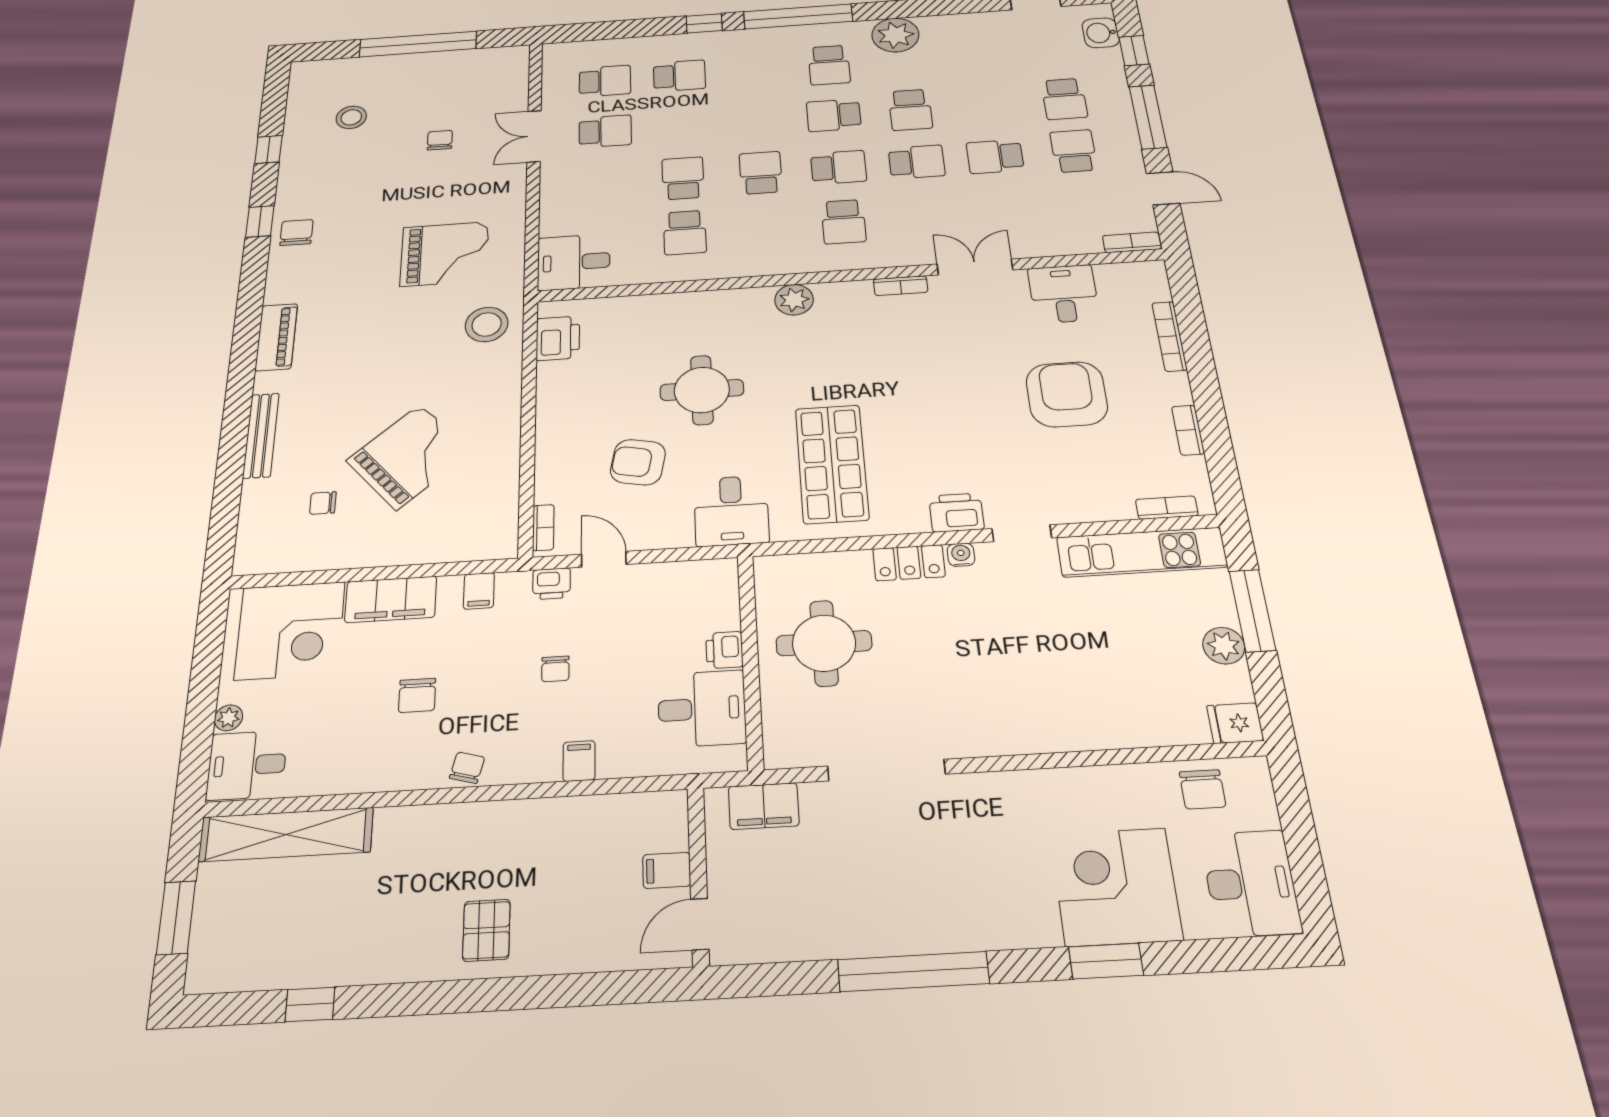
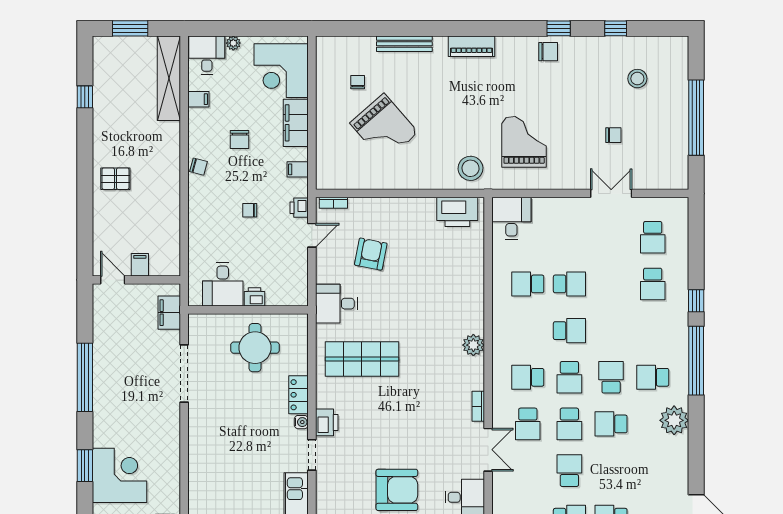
school desk: (605, 131) -> (528, 424), moved
grand piano: (445, 254) -> (524, 142), turned 180
printer: (558, 338) -> (457, 212), width x1.37, depth x1.19
round table: (702, 390) -> (415, 290), removed
chair: (417, 695) -> (240, 140), turned -90
filing cabinet: (579, 761) -> (198, 99), moved

